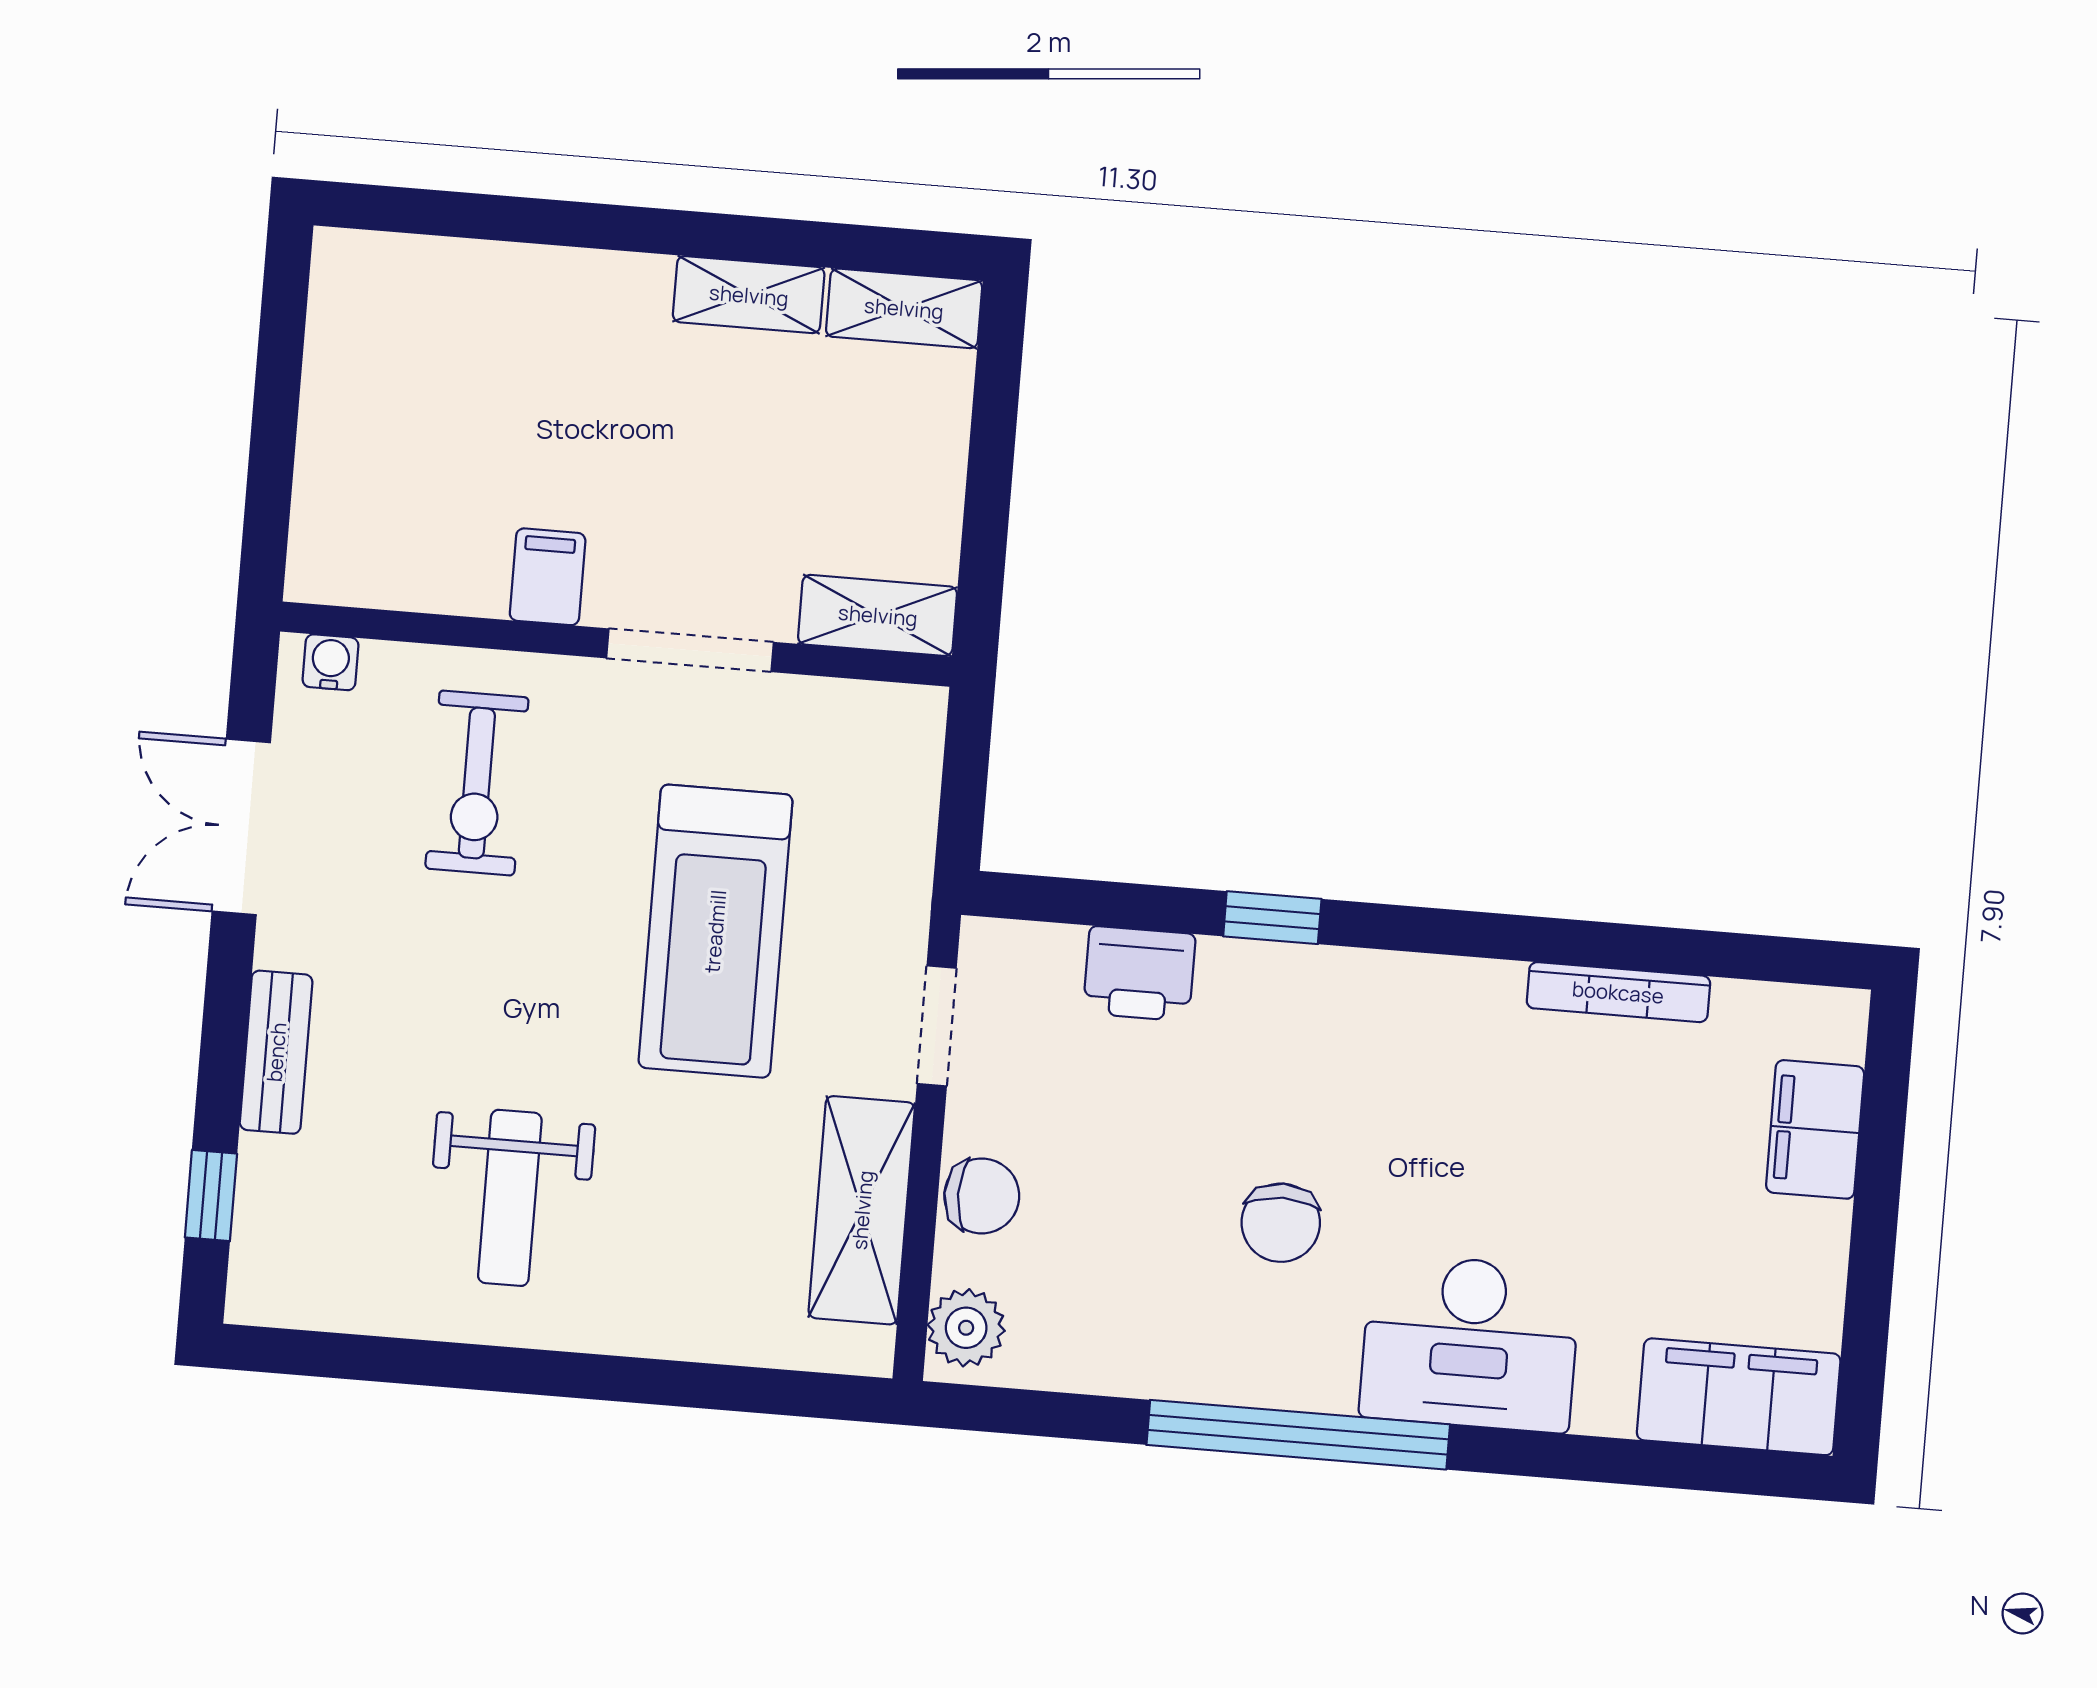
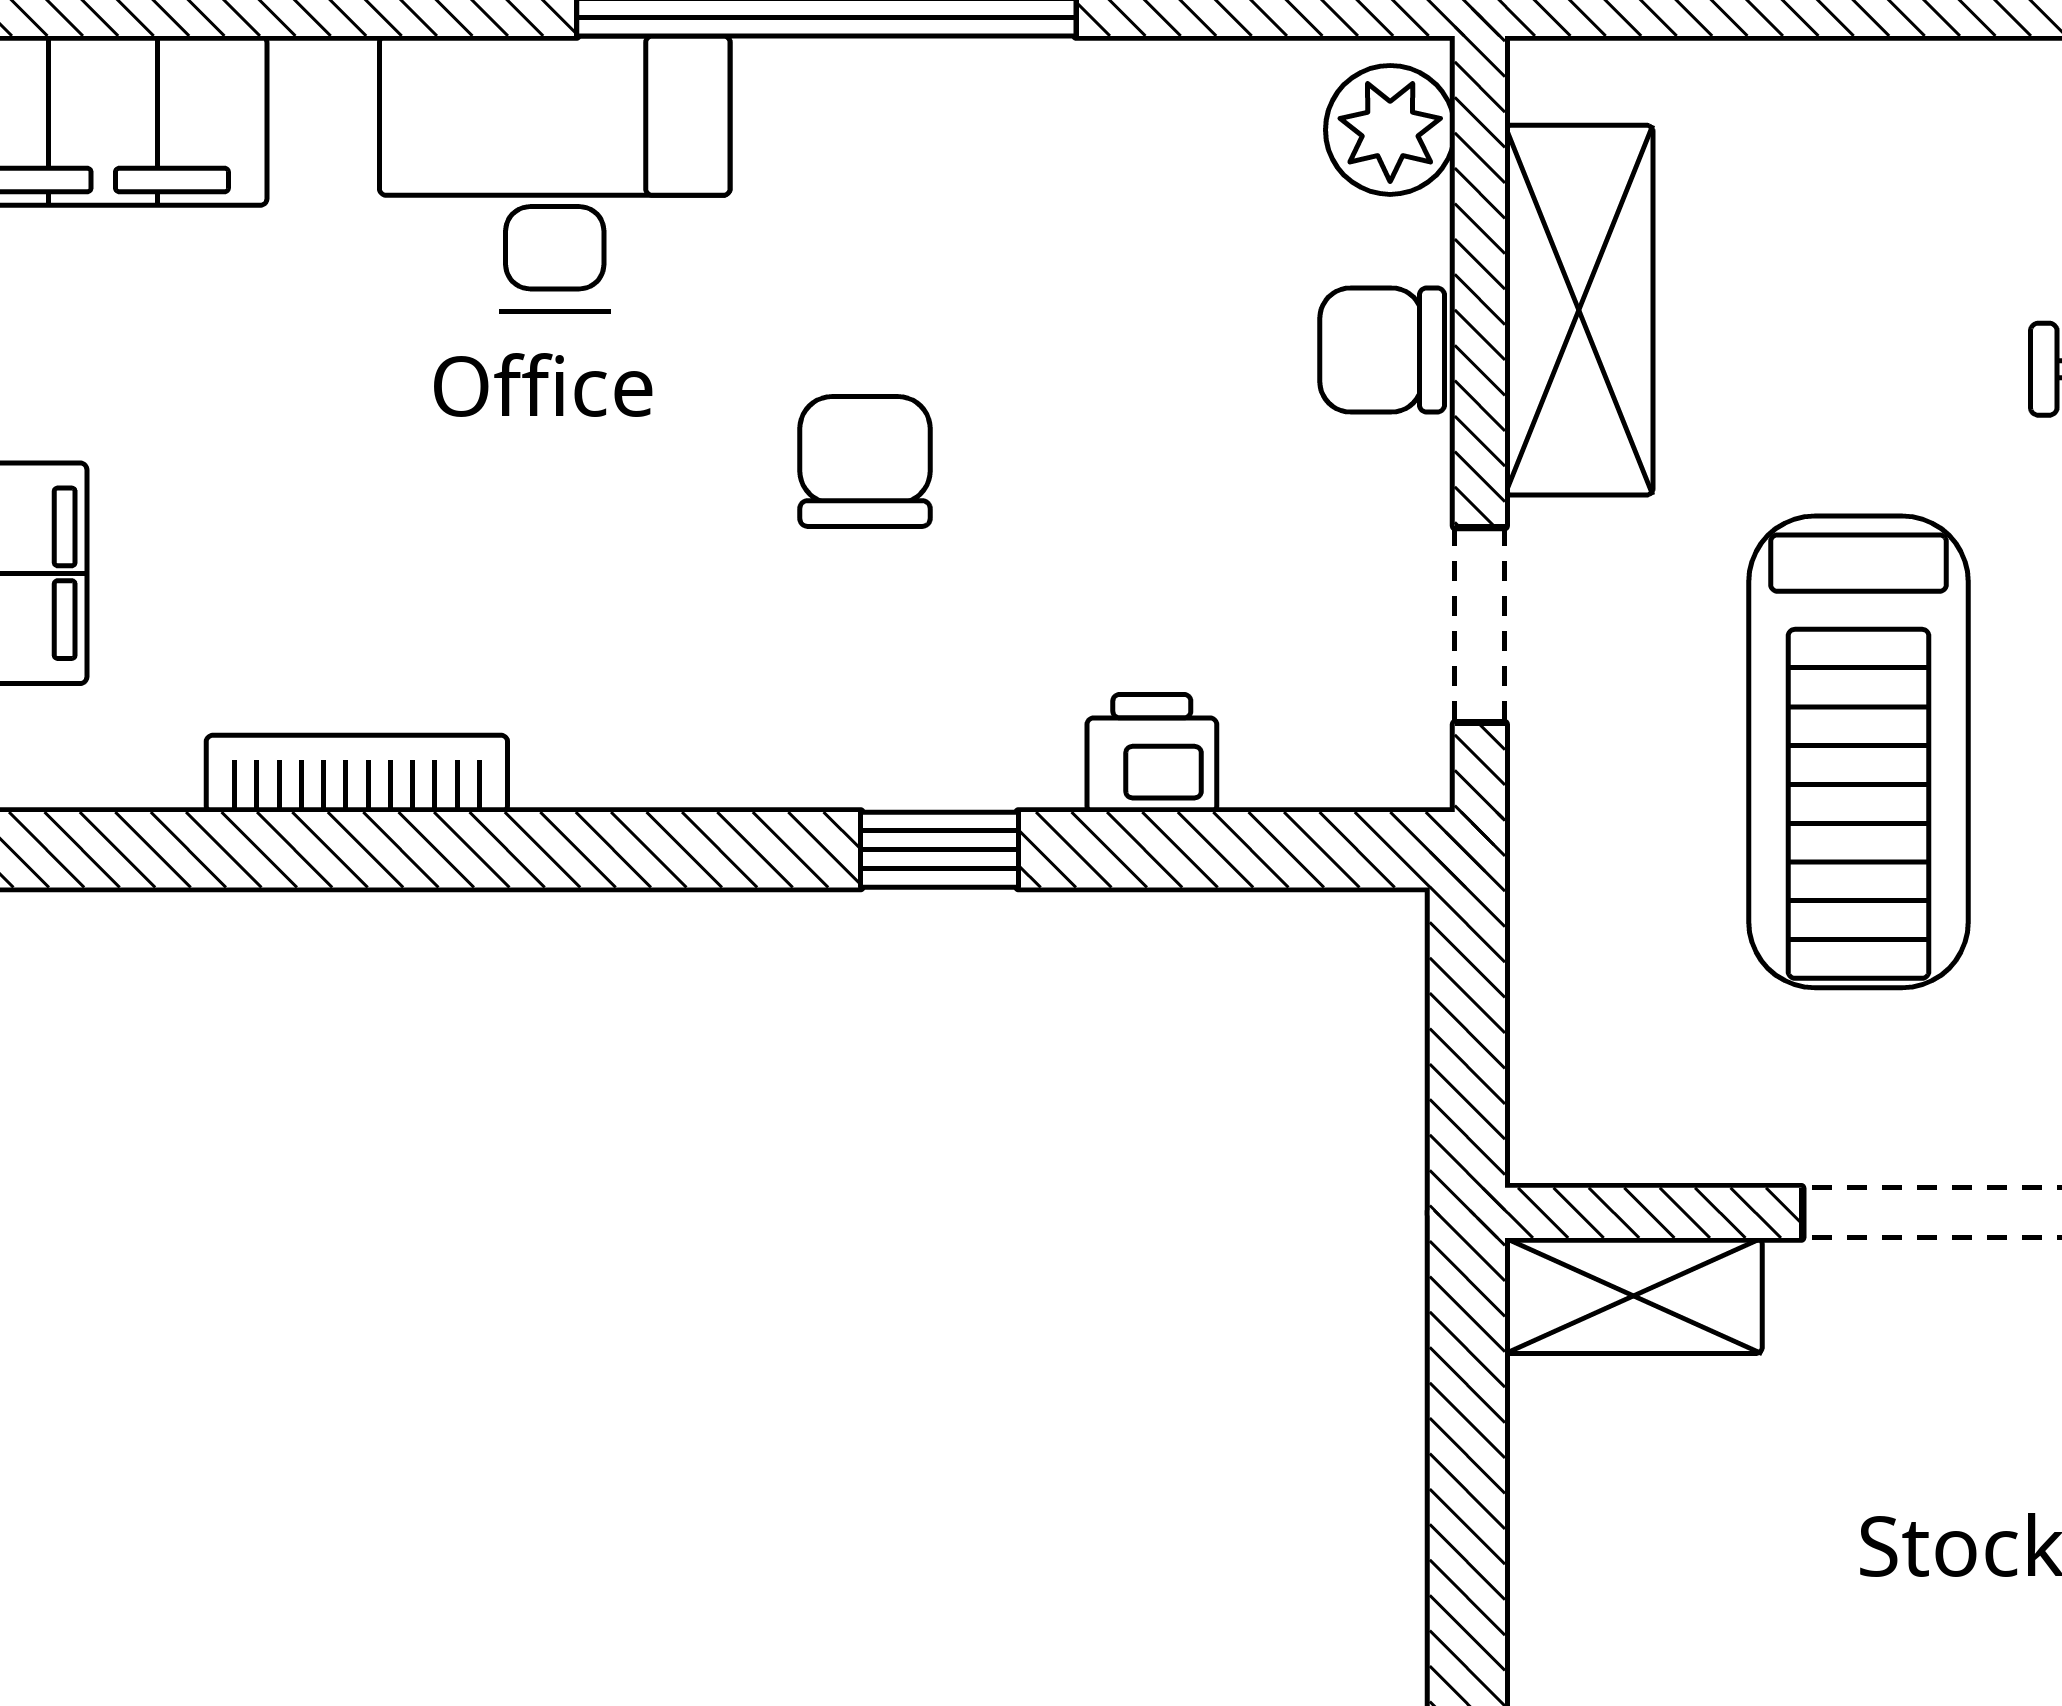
treadmill: (715, 931) -> (1859, 752), turned 180
printer: (1139, 974) -> (1152, 753), width x0.73, depth x0.81
chair: (1281, 1223) -> (865, 461), moved

